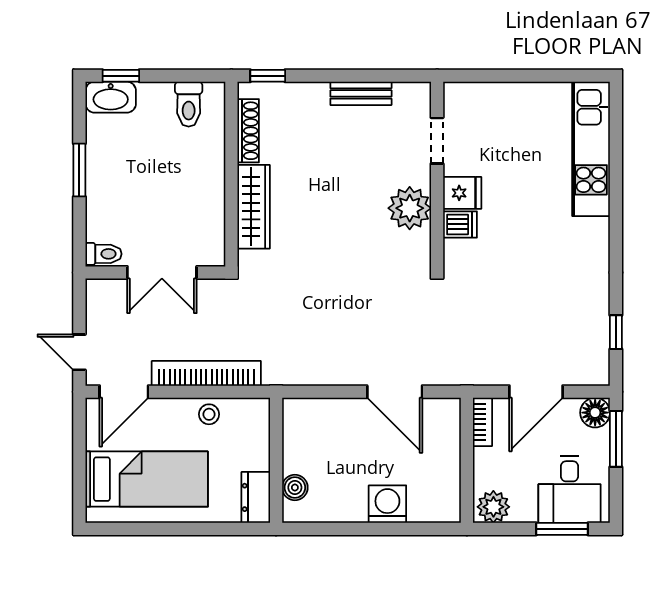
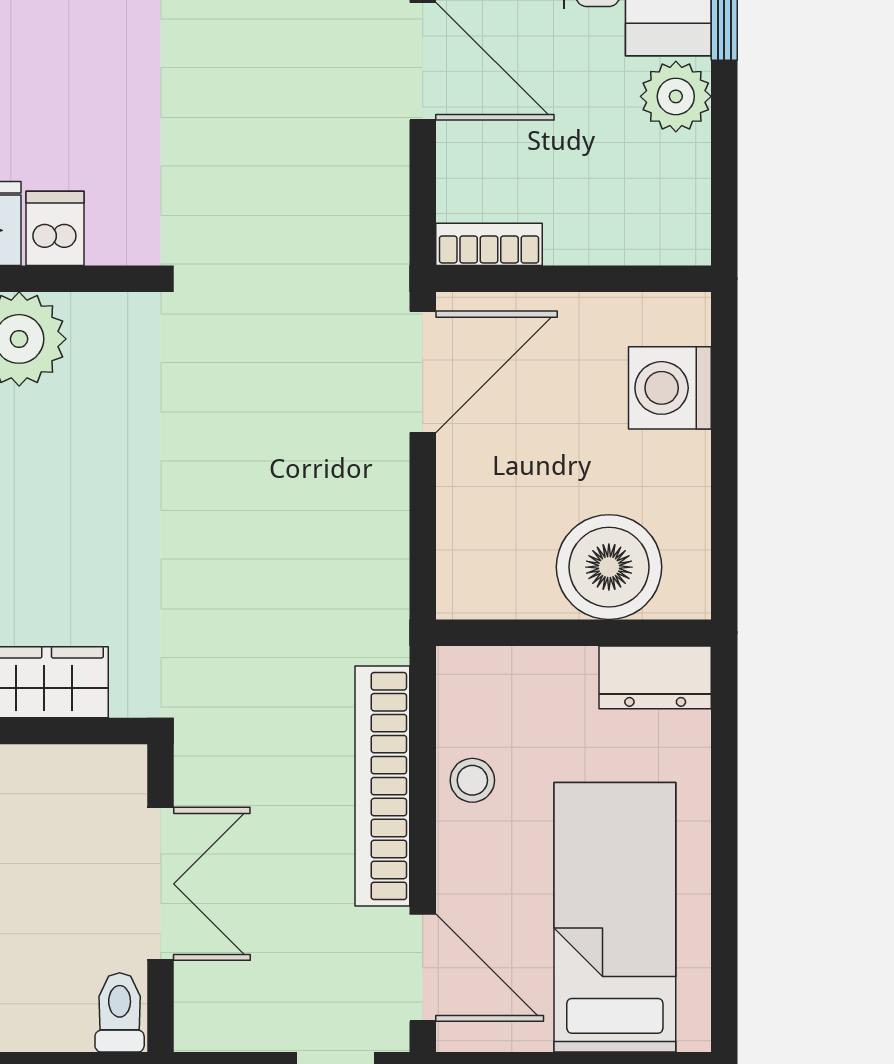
bookcase: (482, 422) -> (489, 244), moved
wall: (467, 460) -> (574, 279), moved
boiler: (295, 487) -> (609, 567), width x1.86, depth x1.86
plant: (493, 507) -> (676, 96), moved

